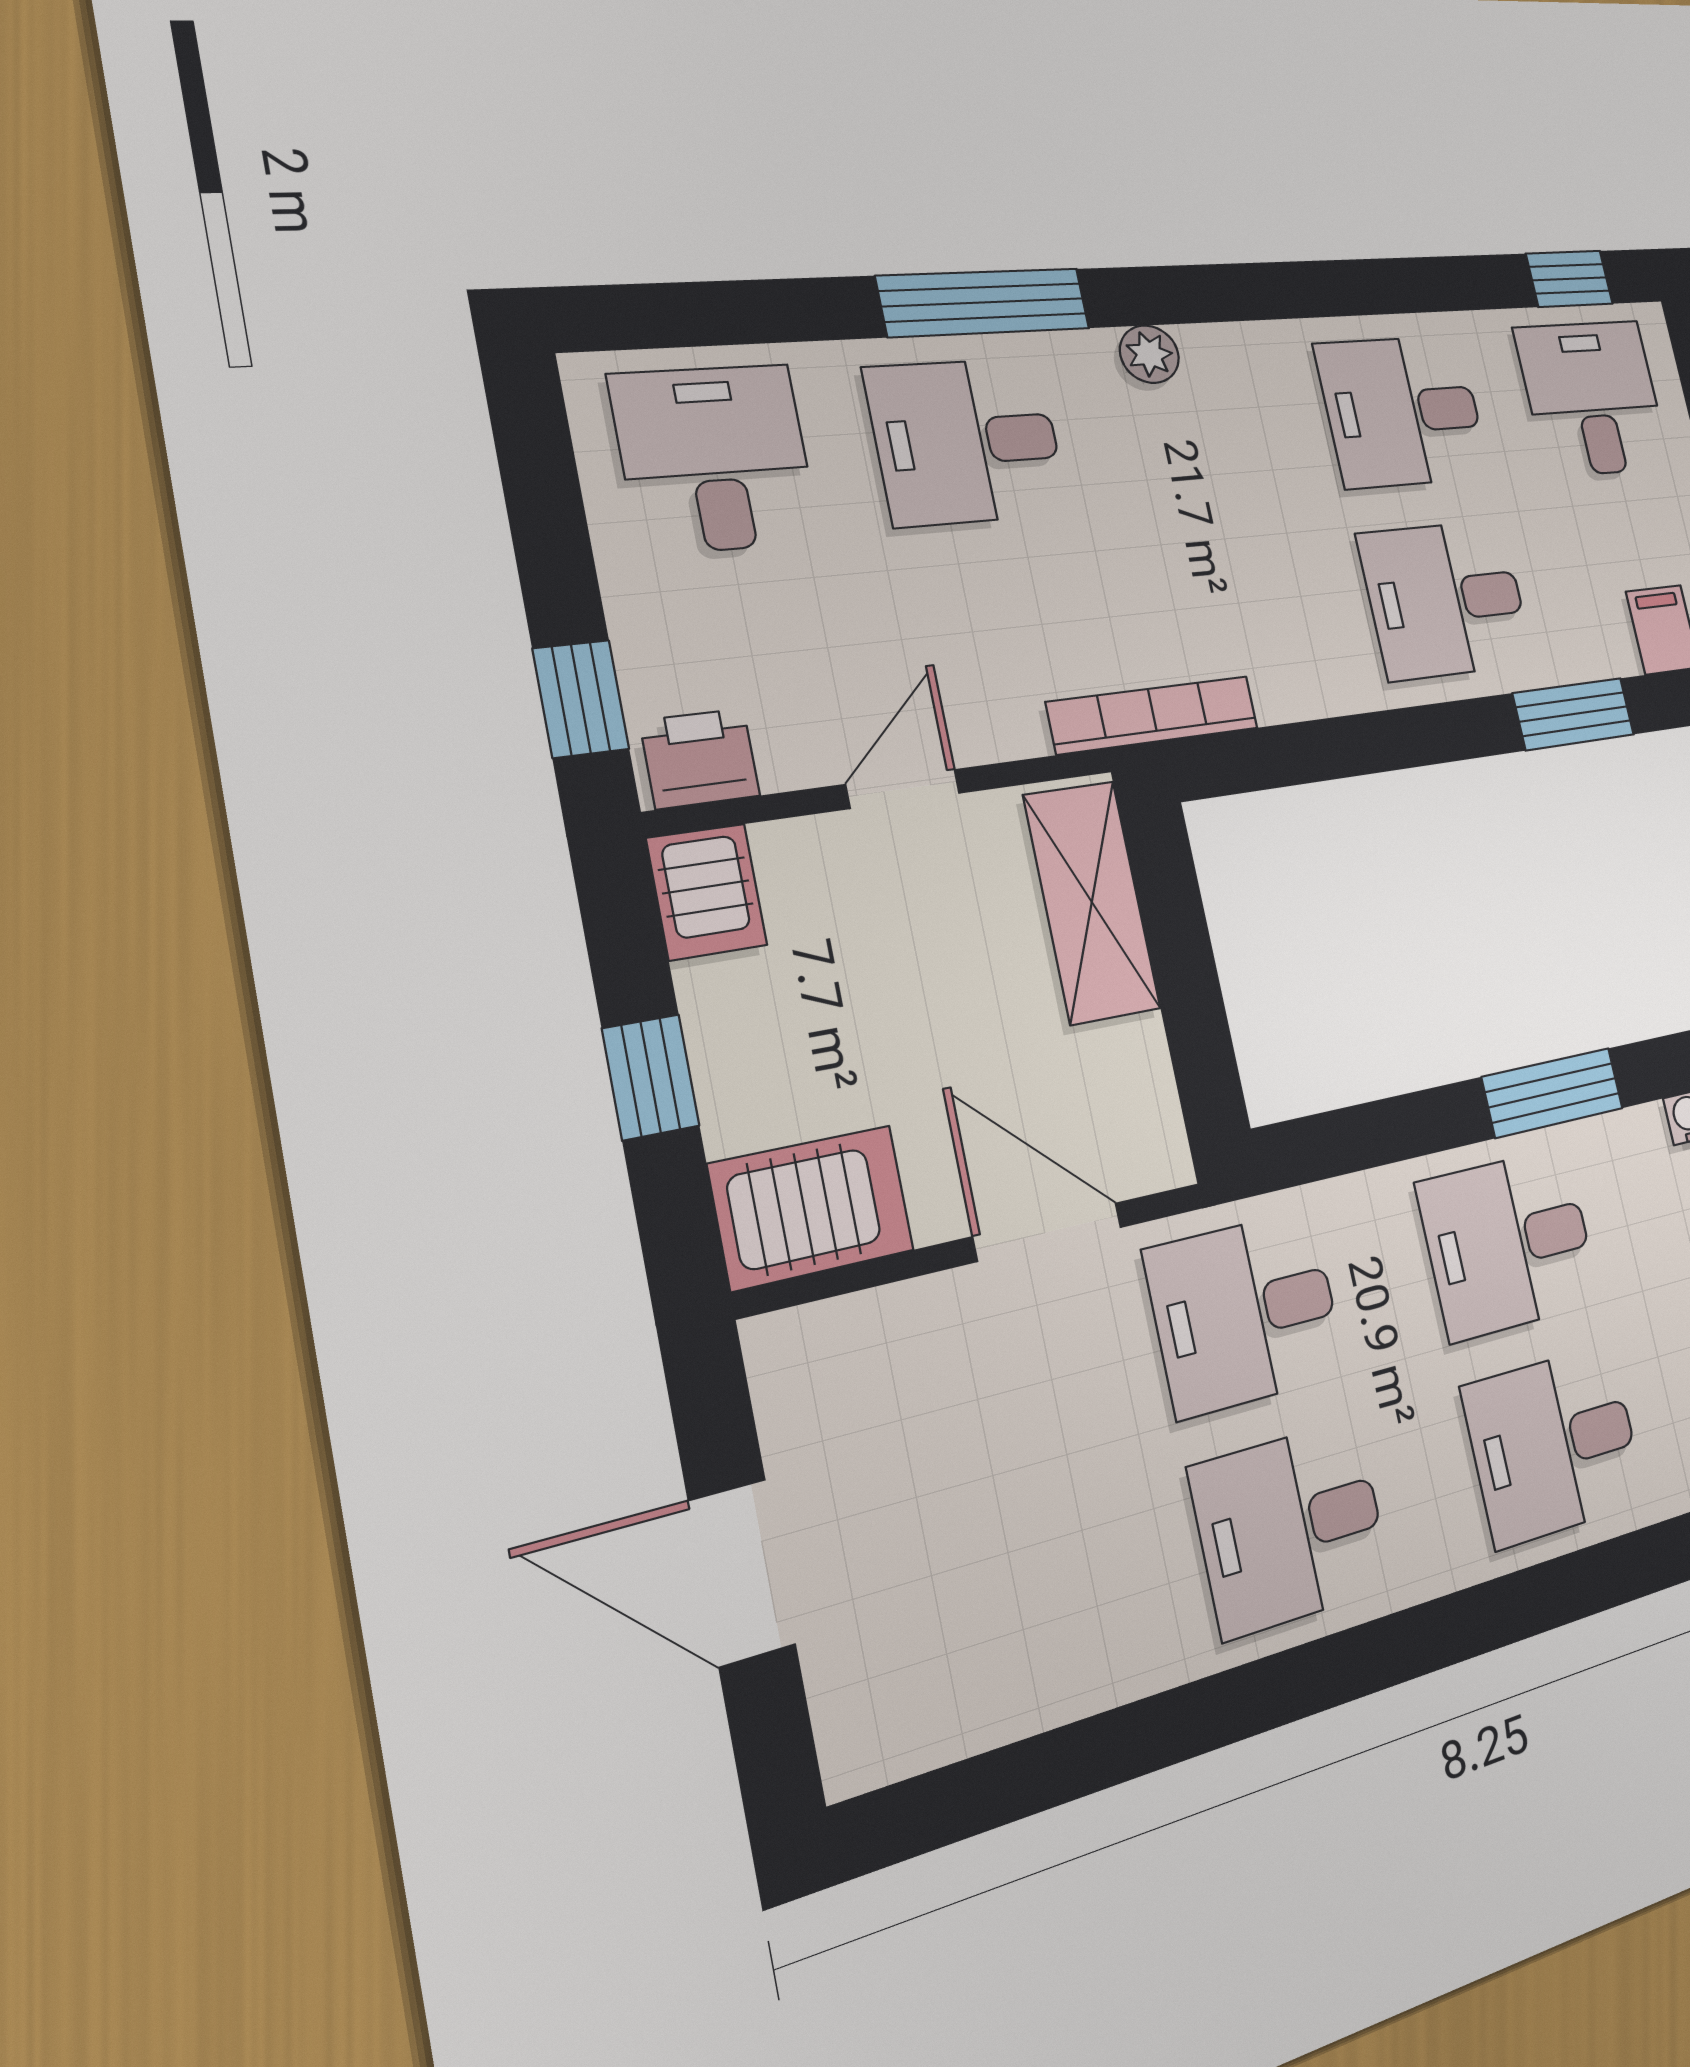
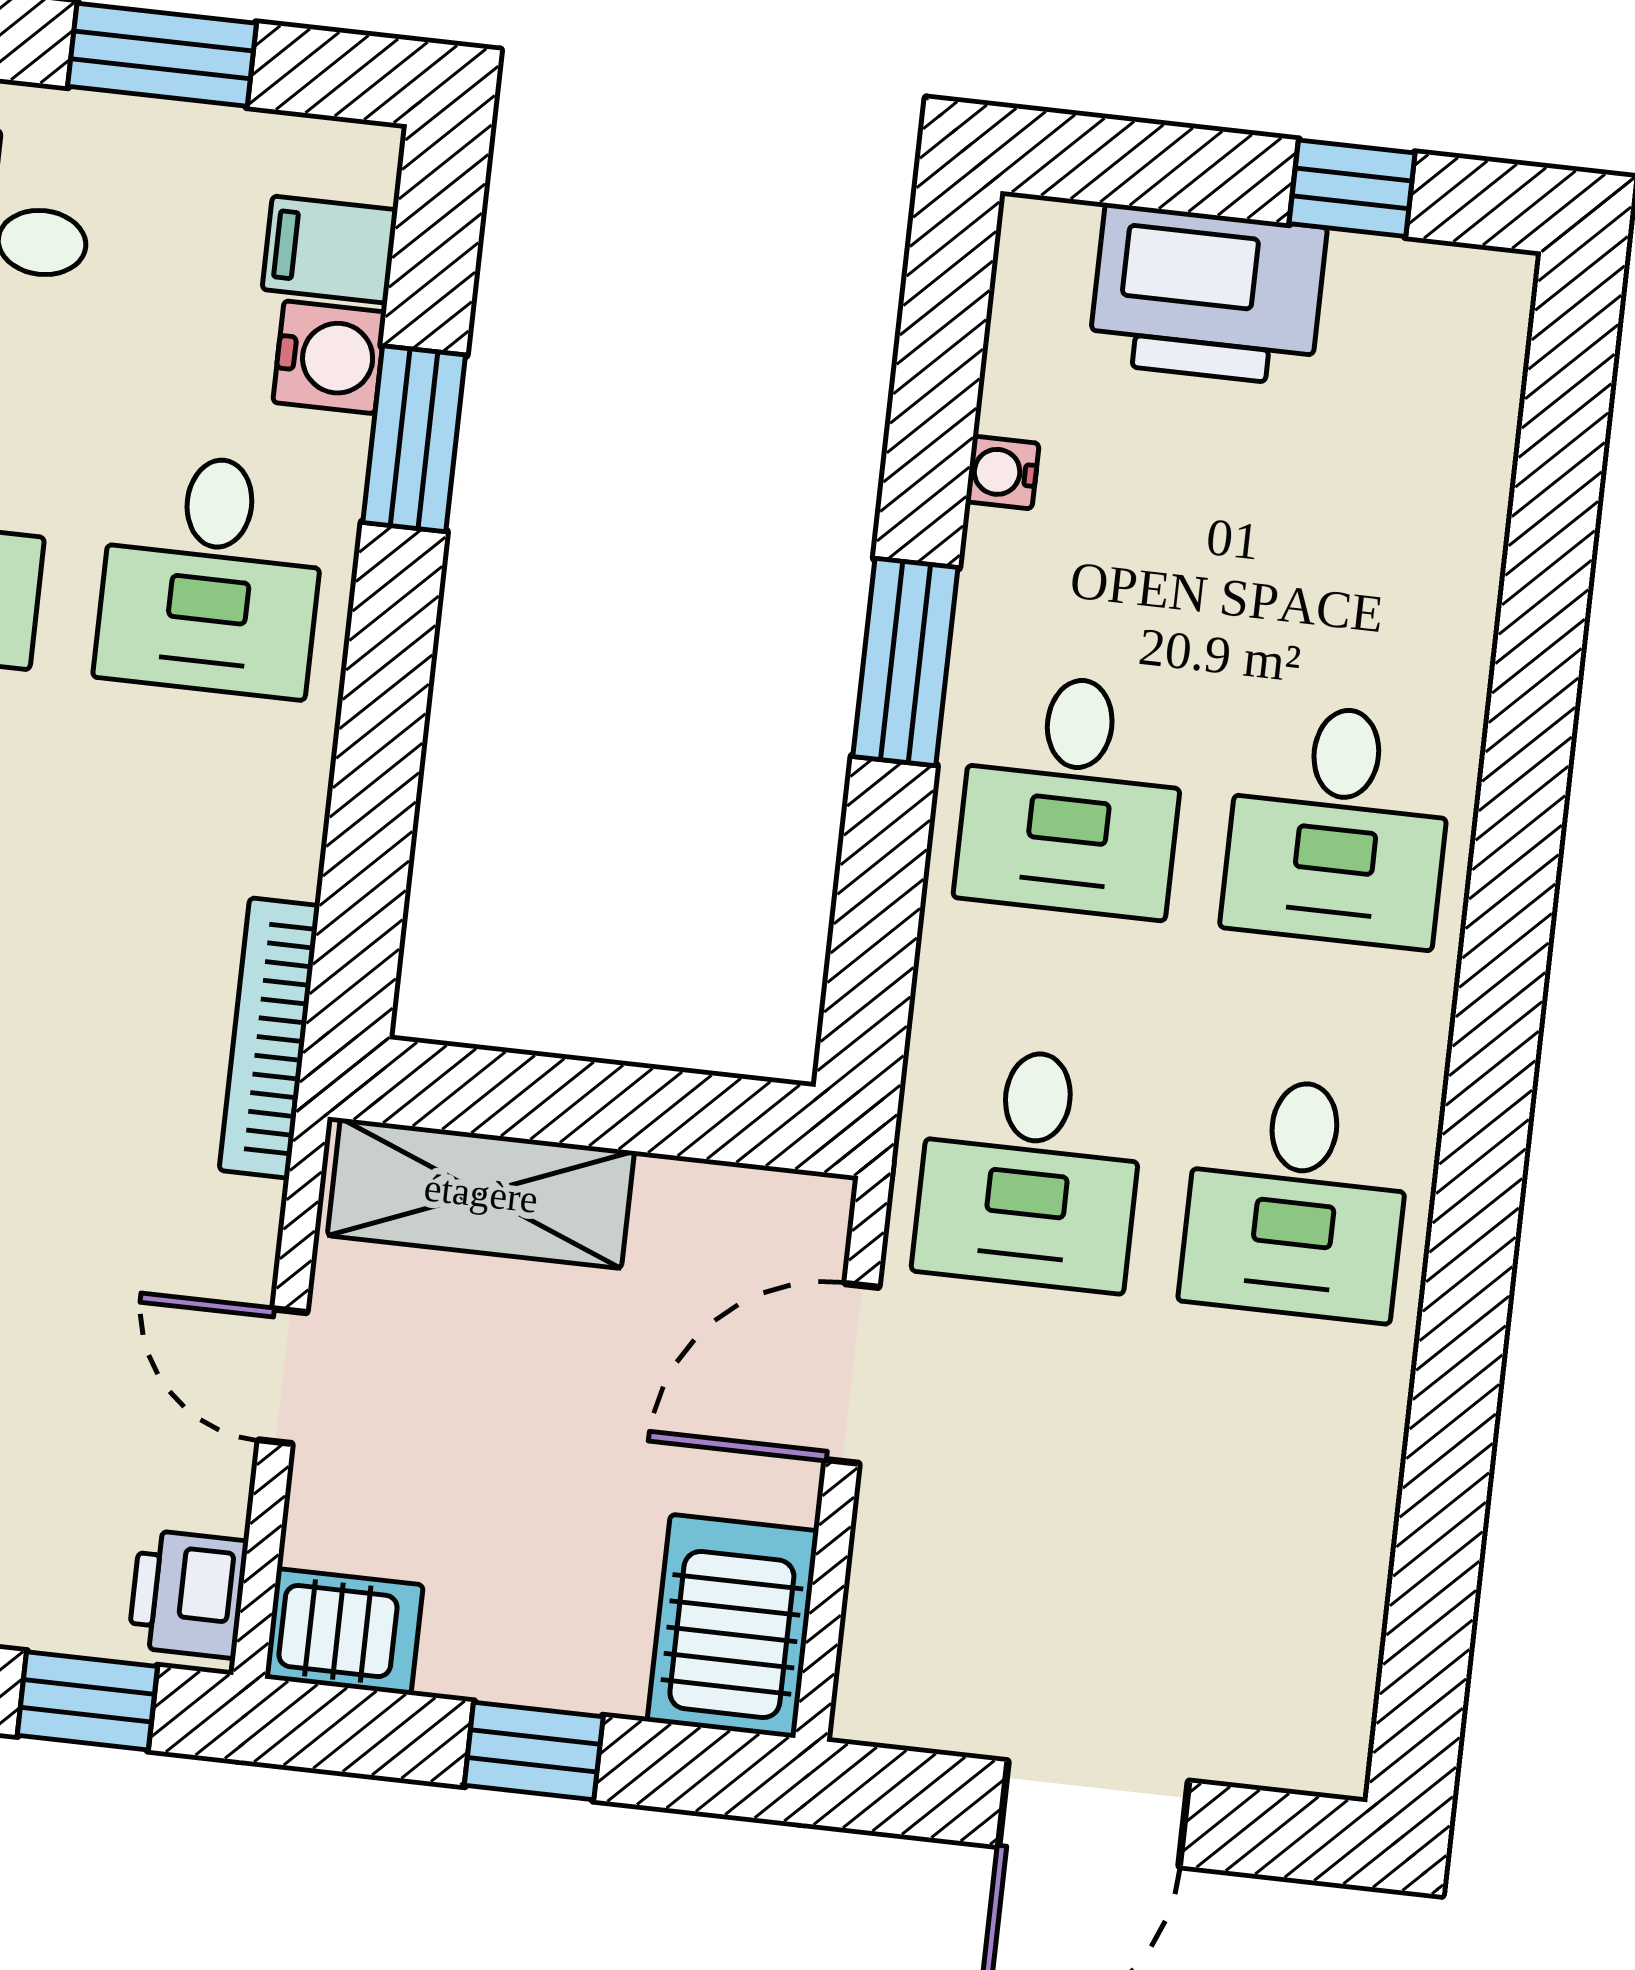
water cooler: (1602, 645) -> (329, 357), added

